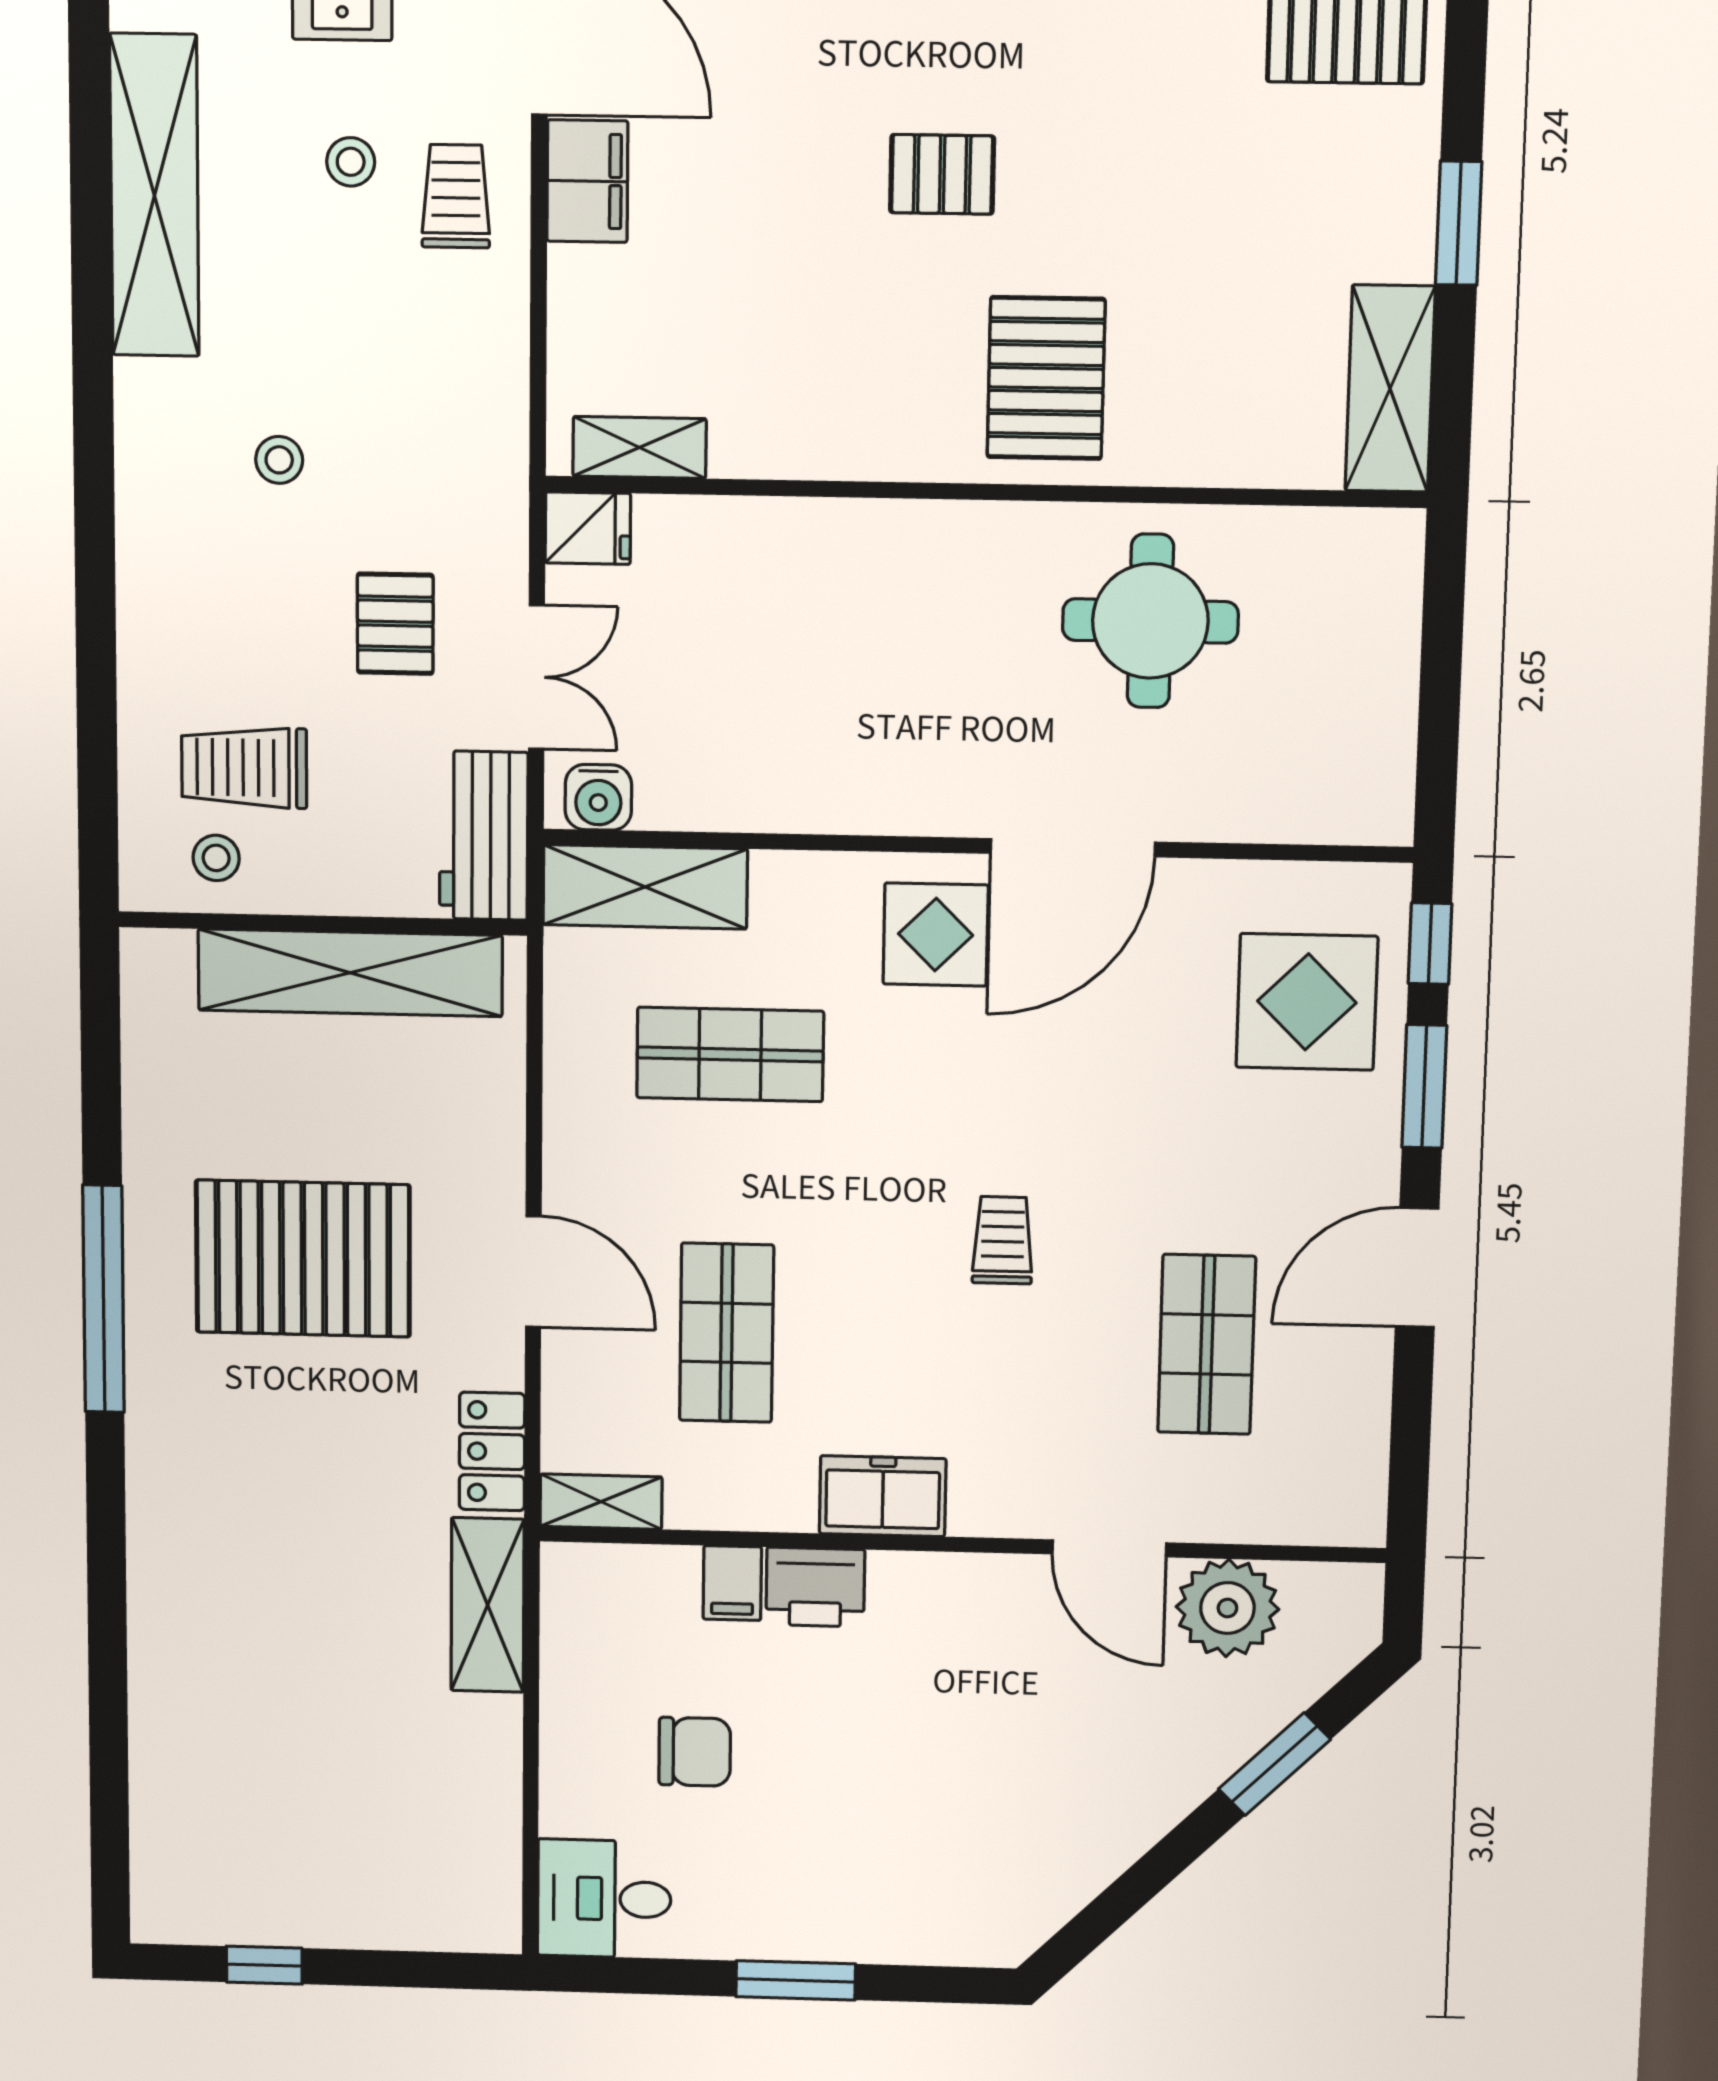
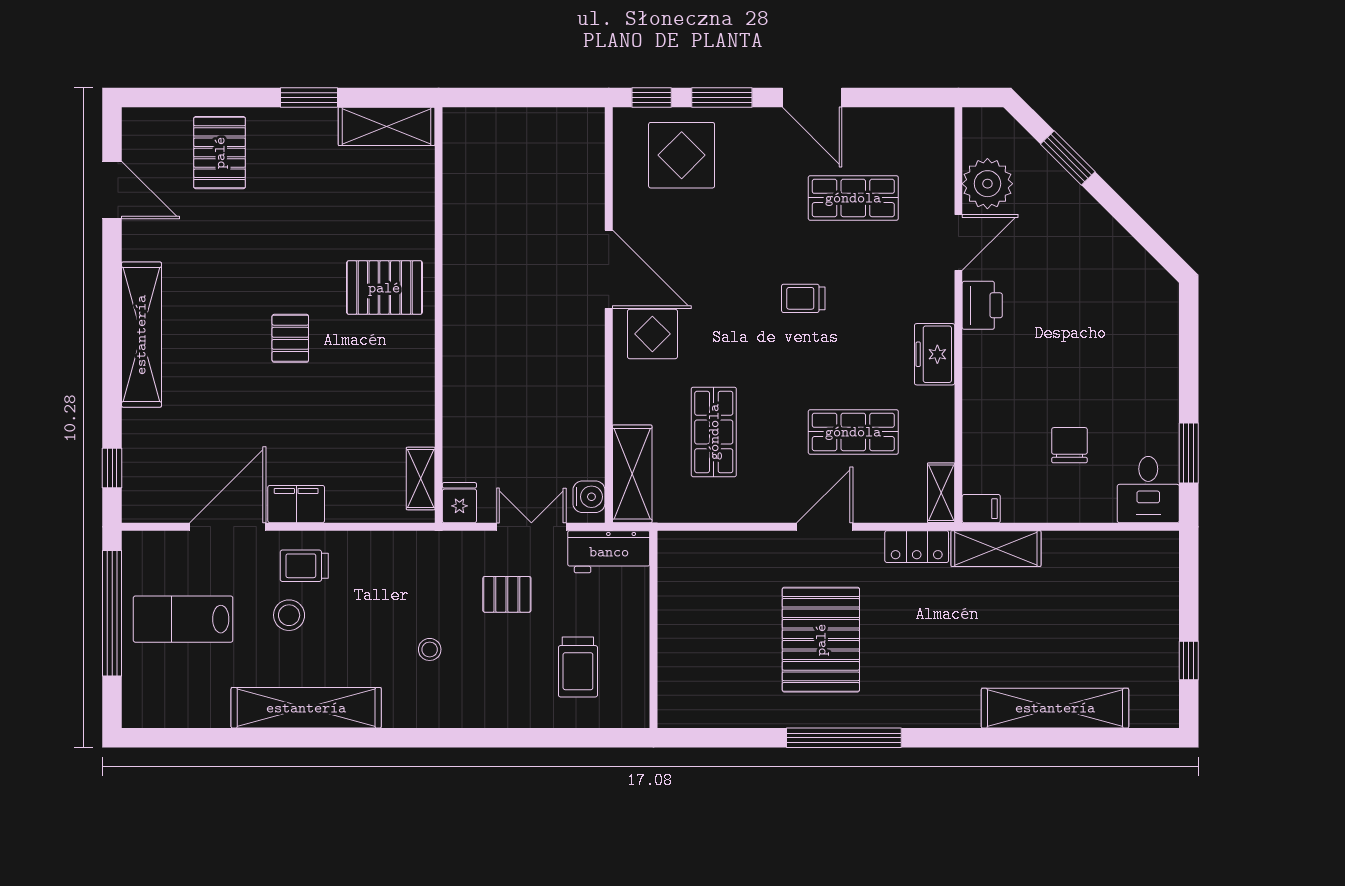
stool: (351, 162) -> (289, 615), width x1.37, depth x1.37
round table: (1150, 621) -> (499, 235), removed
stool: (216, 858) -> (622, 681), removed
shelving: (350, 973) -> (1055, 708), moved, turned 90
filing cabinet: (732, 1583) -> (981, 509), moved
printer: (815, 1587) -> (982, 305), moved
window: (796, 1980) -> (1189, 453), moved

